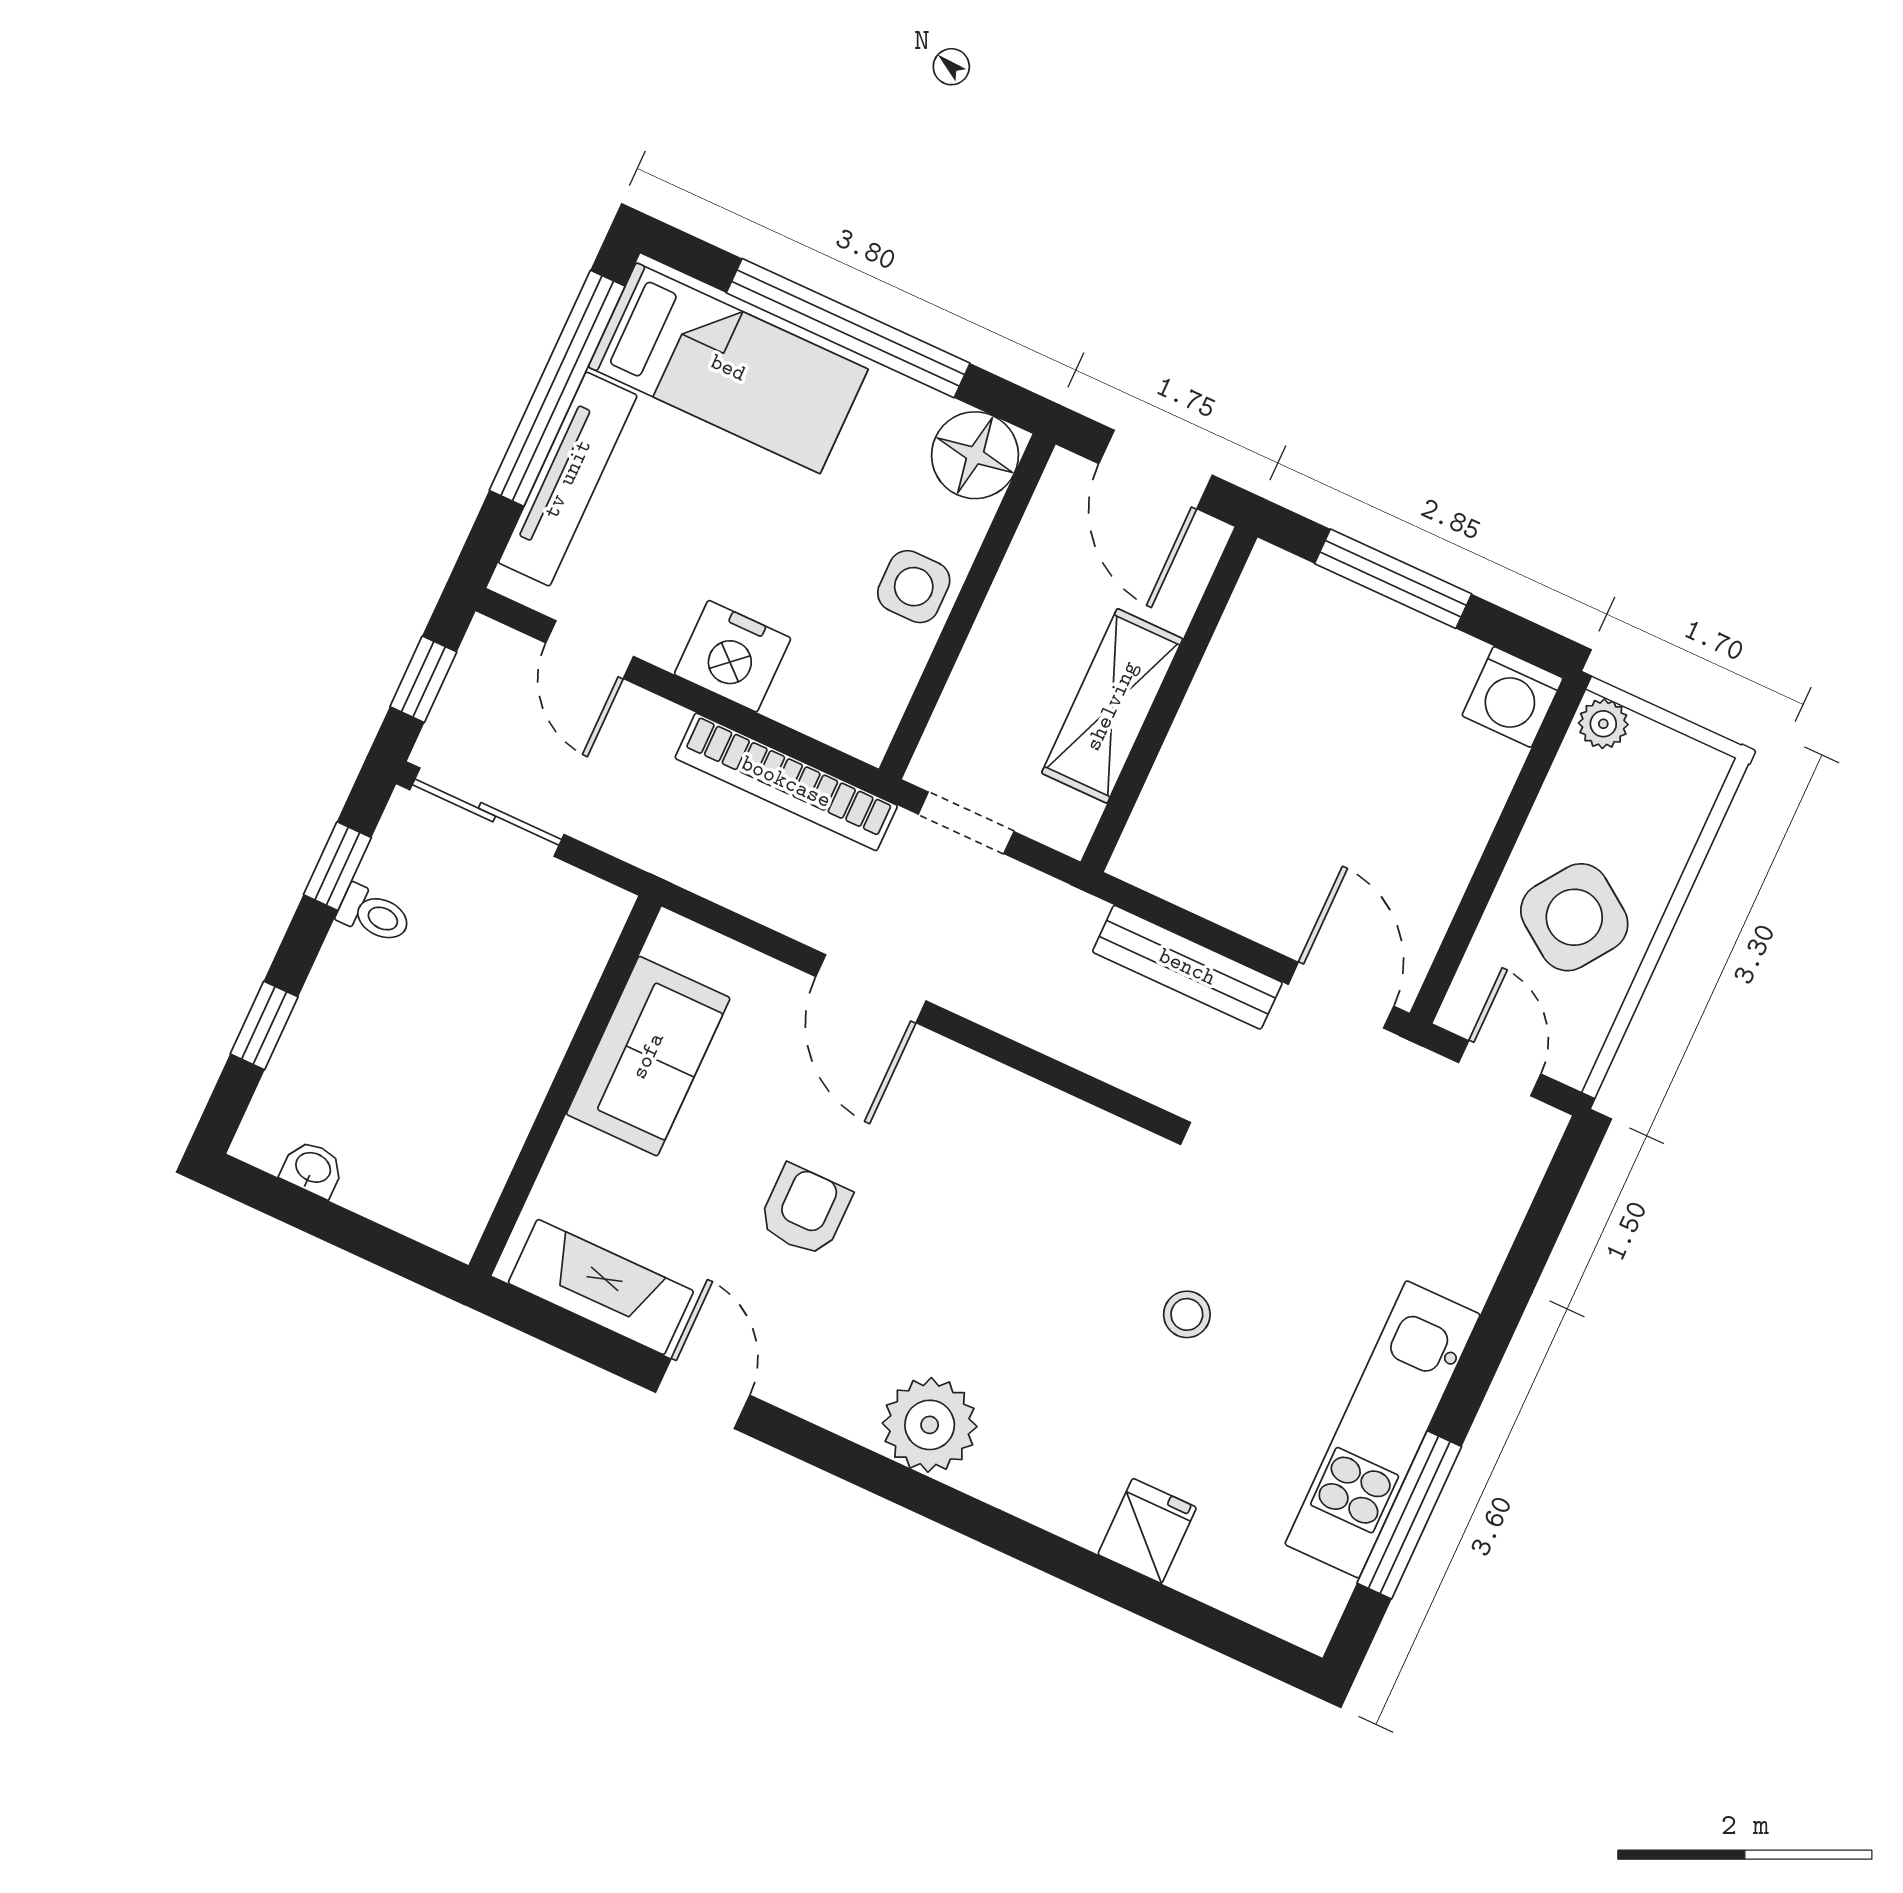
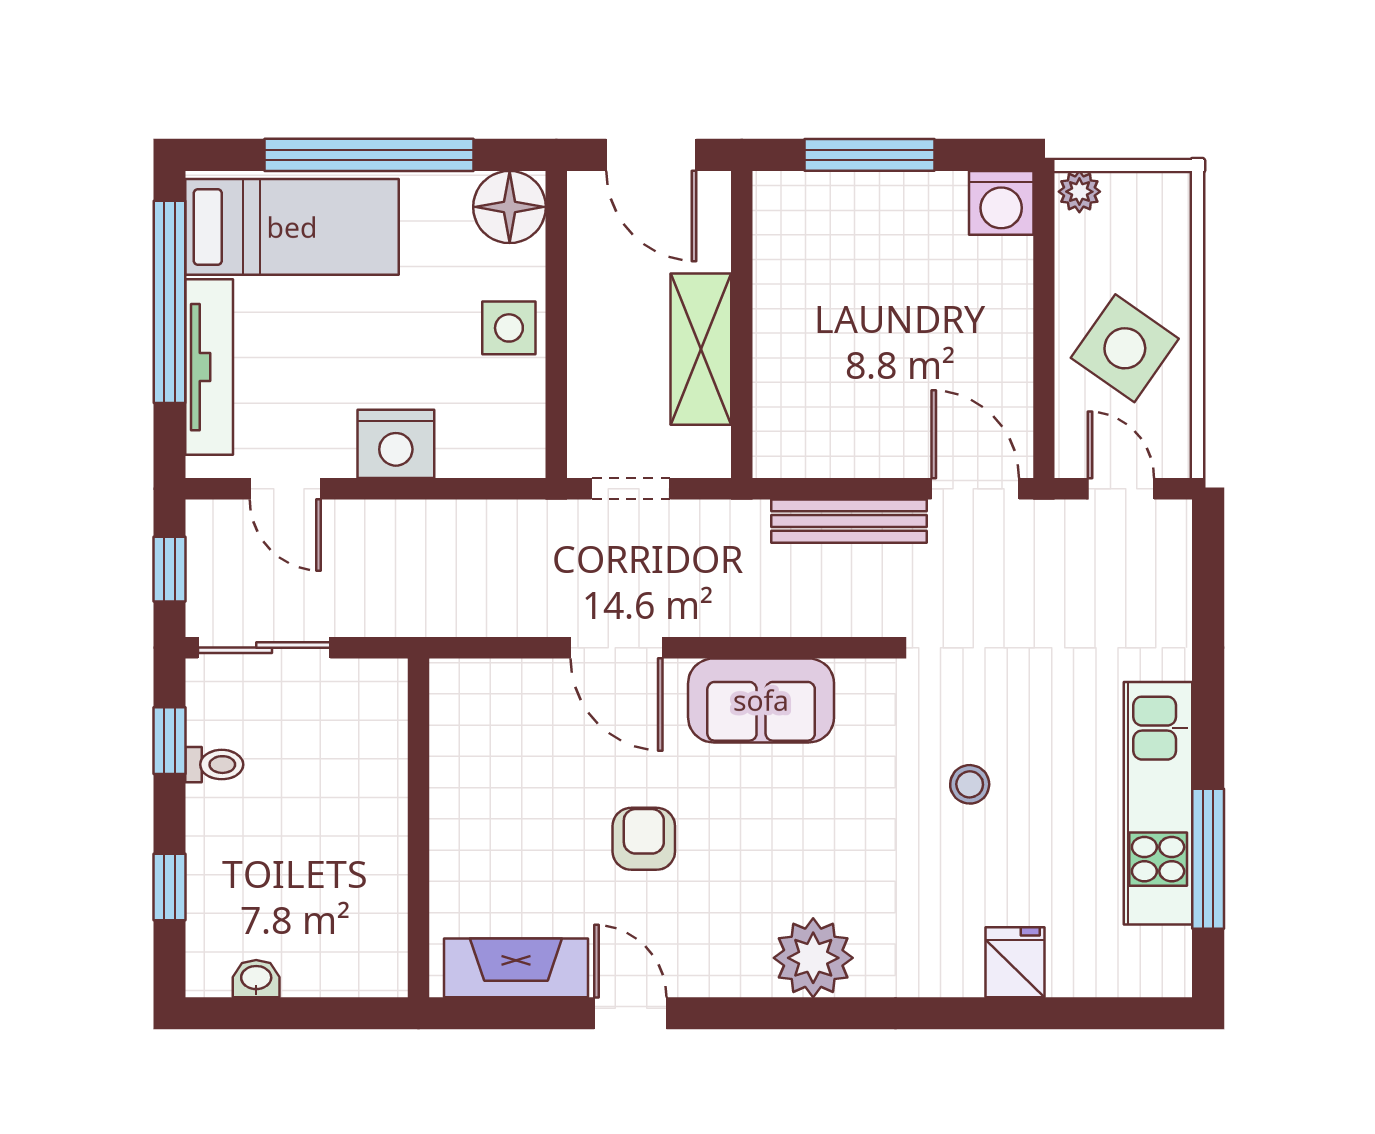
bookcase: (786, 782) -> (480, 520), removed
sofa: (648, 1056) -> (761, 700), moved, turned 90

